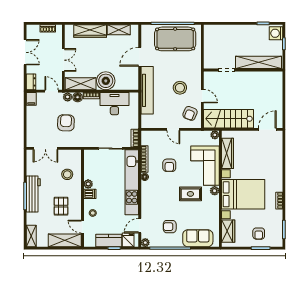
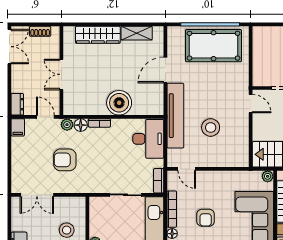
double door: (25, 52) -> (9, 47), moved
double door: (63, 60) -> (61, 74), swing flipped
shelving: (81, 84) -> (85, 107), removed
stool: (180, 88) -> (211, 127), moved
door: (202, 96) -> (251, 104), moved
desk: (114, 104) -> (148, 139), moved, turned 90
armchair: (190, 113) -> (234, 147), removed
armchair: (66, 123) -> (65, 160), turned -92
door: (173, 129) -> (187, 169), moved

